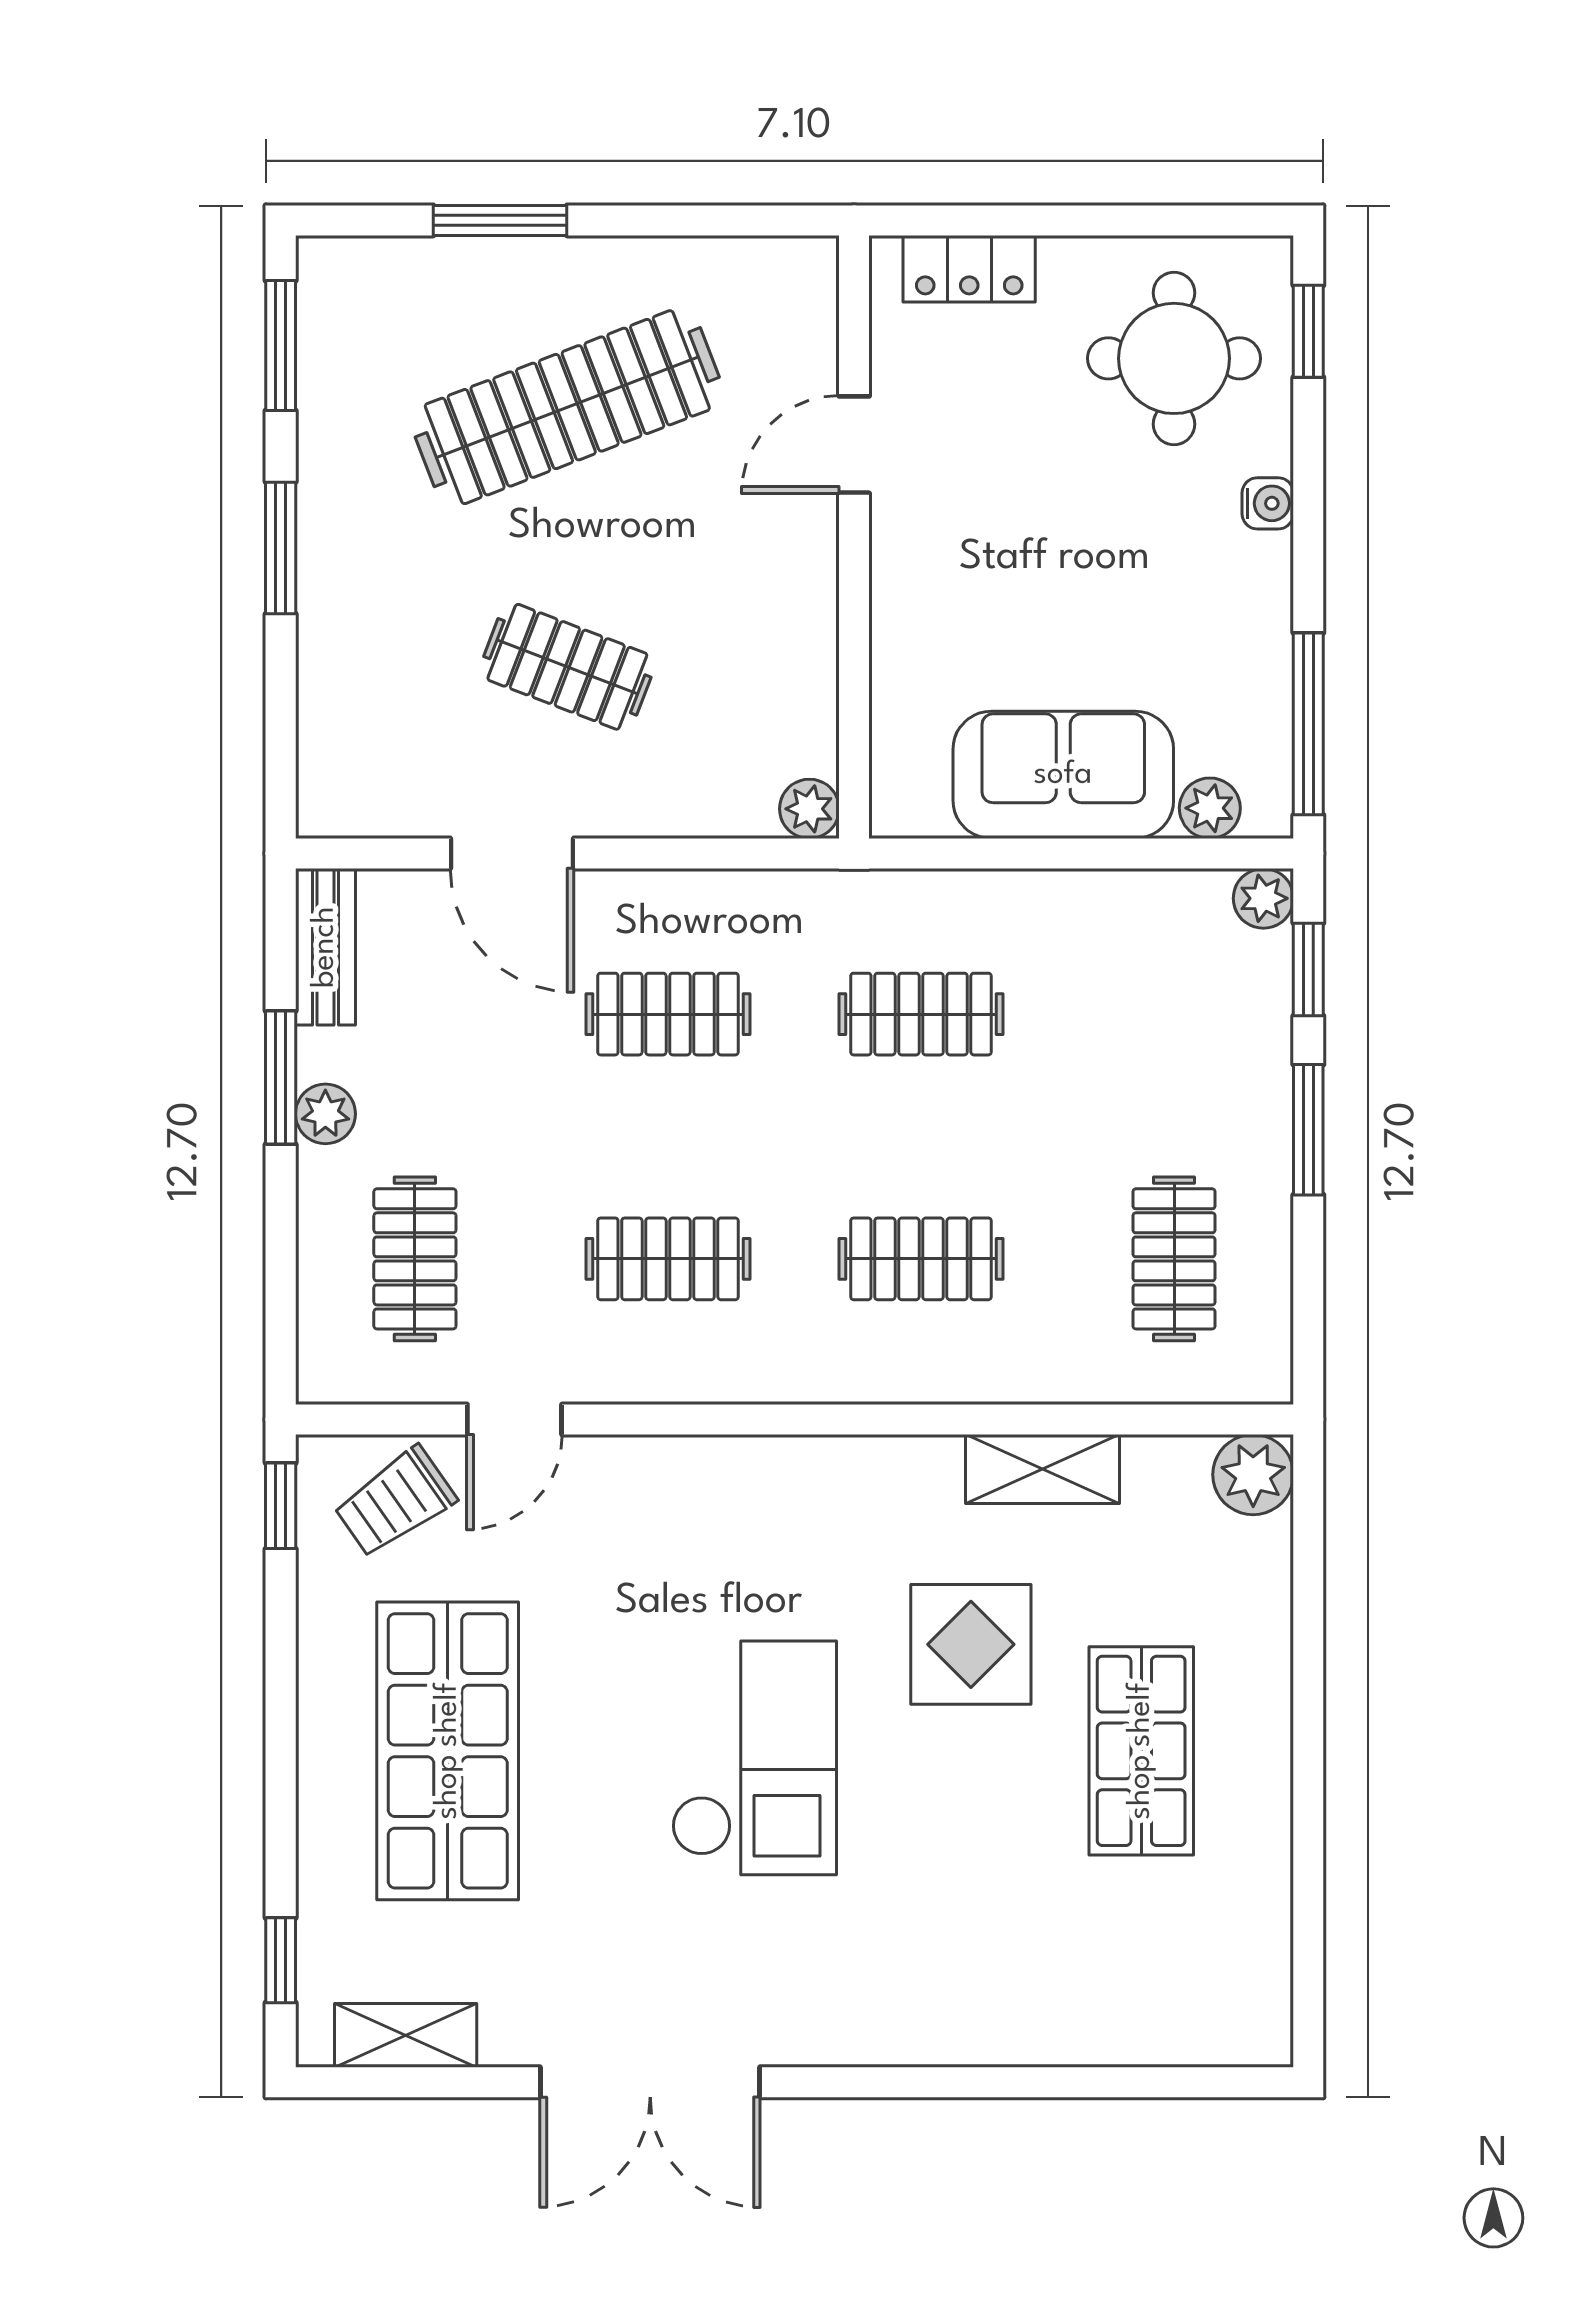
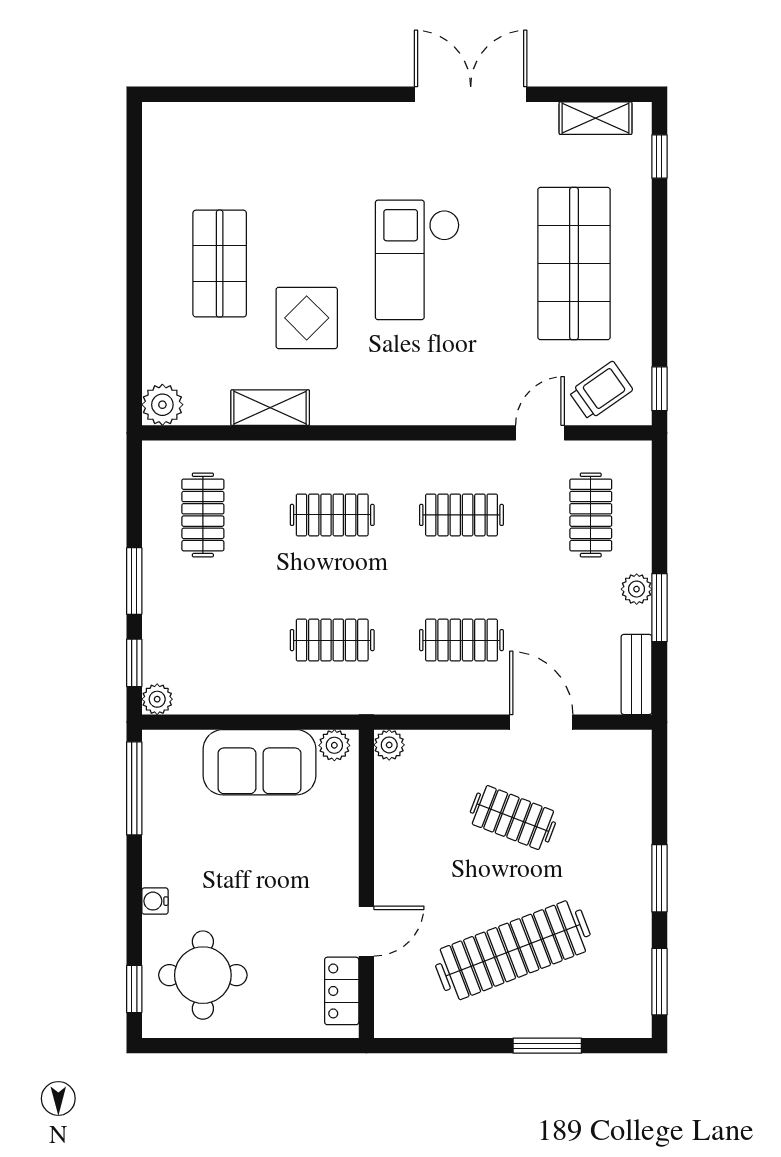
locker: (969, 269) -> (342, 991), moved, turned -90
plant: (1210, 808) -> (334, 745), moved

